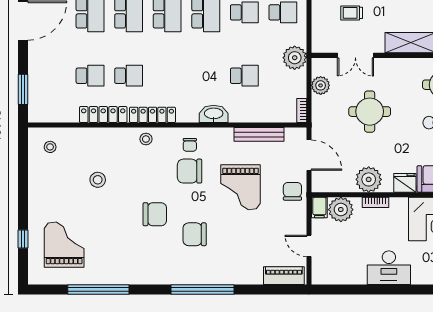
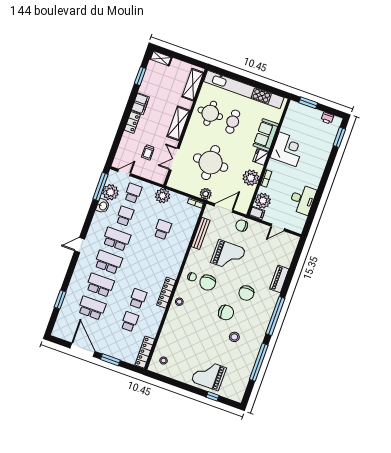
double door: (355, 55) -> (174, 159), swing flipped
plant: (321, 85) -> (206, 194), moved
window: (23, 89) -> (110, 360), moved
round table: (370, 112) -> (211, 163), width x1.36, depth x1.36
washbasin: (214, 114) -> (179, 256), removed
locker: (103, 115) -> (145, 352), moved
stool: (98, 180) -> (234, 337), moved
chair: (155, 214) -> (226, 313), turned 90
grand piano: (64, 245) -> (209, 375), moved
desk: (389, 268) -> (302, 199), moved
piano: (284, 276) -> (279, 279), moved
window: (202, 290) -> (275, 316), moved

